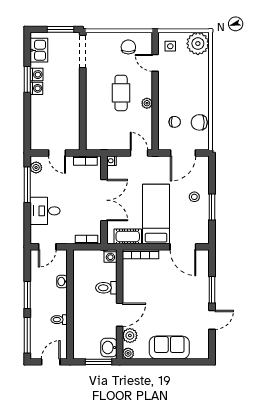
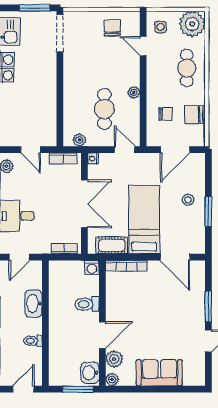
cafe table: (193, 82) -> (187, 68), added
cafe table: (121, 93) -> (104, 109), moved
plant: (100, 145) -> (79, 140), added
washbasin: (62, 282) -> (34, 304), width x1.91, depth x1.45

